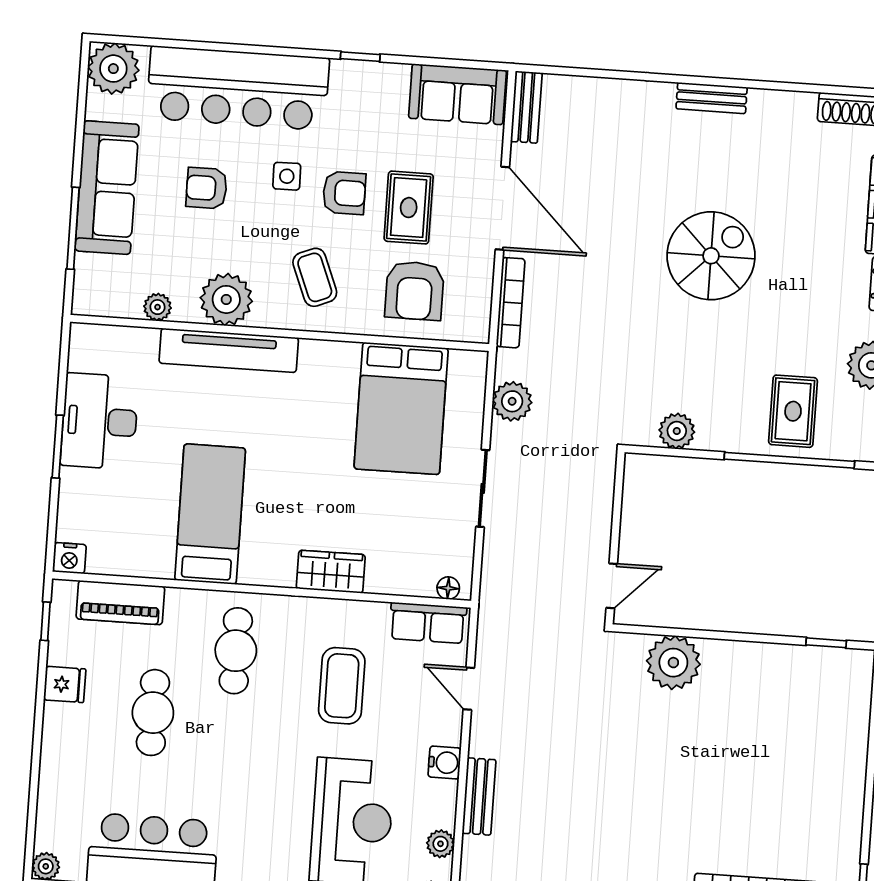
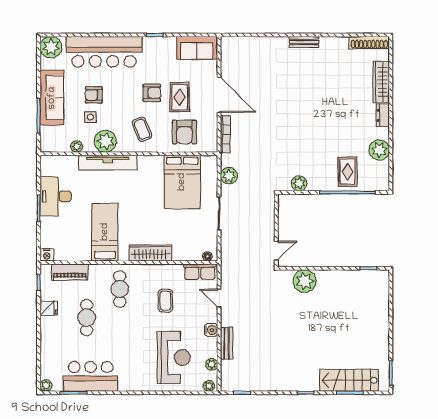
bench: (526, 107) -> (226, 51), removed
side table: (287, 176) -> (90, 117), moved
spiral stairs: (711, 256) -> (308, 109), removed
wardrobe: (331, 572) -> (150, 253), width x1.50
coffee table: (342, 686) -> (165, 301), width x0.73, depth x0.77

